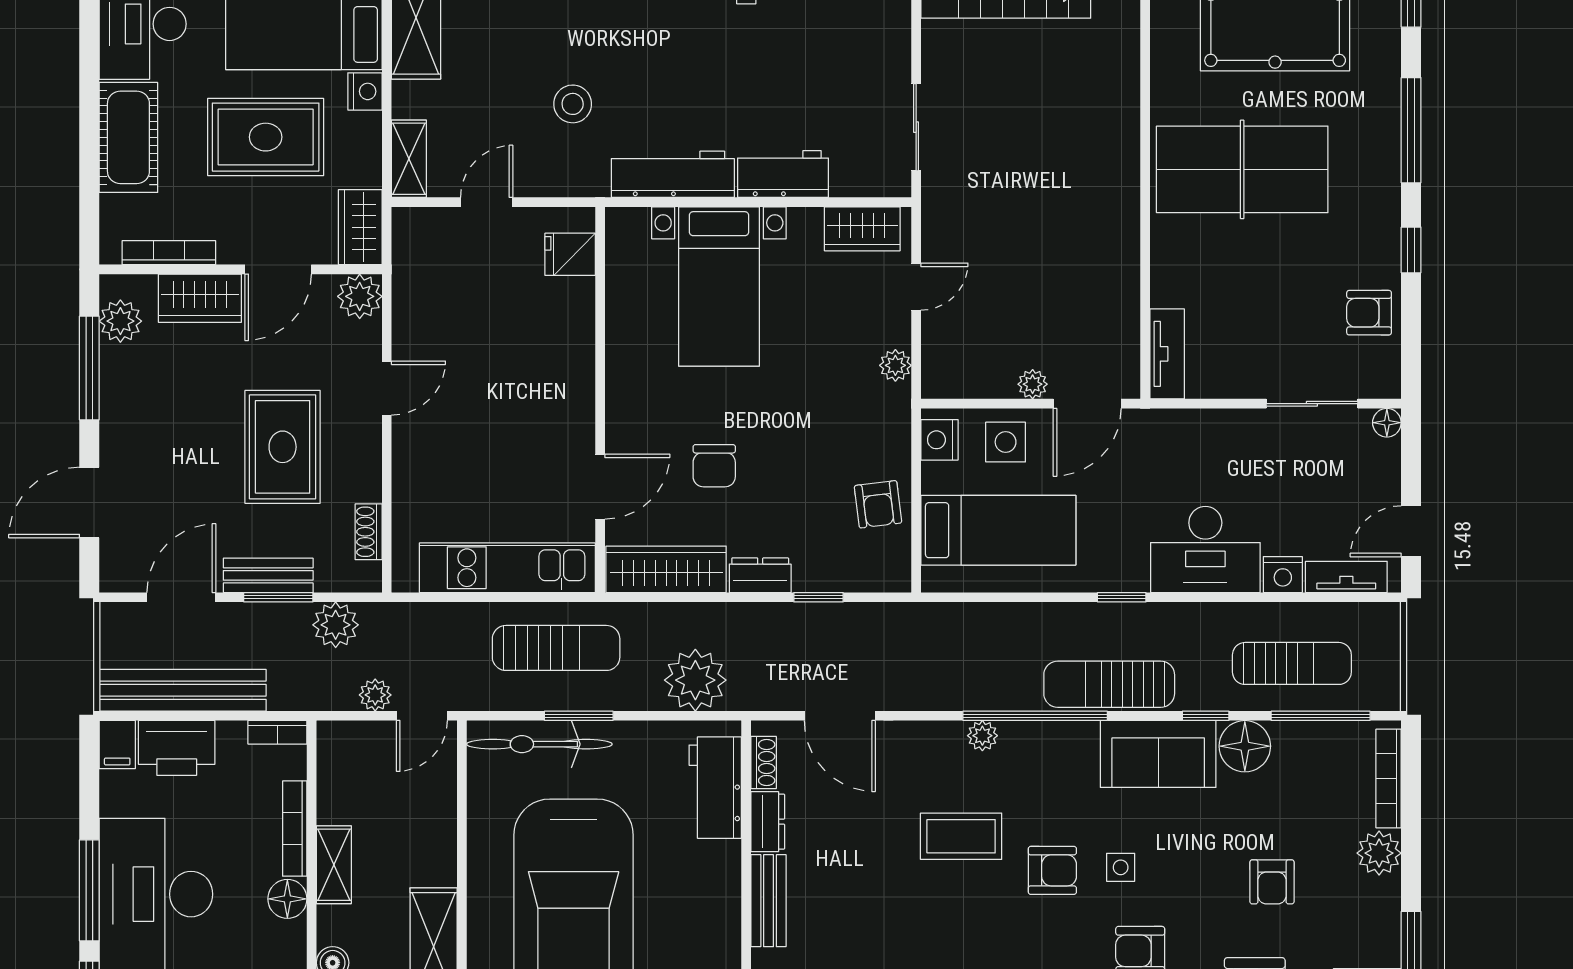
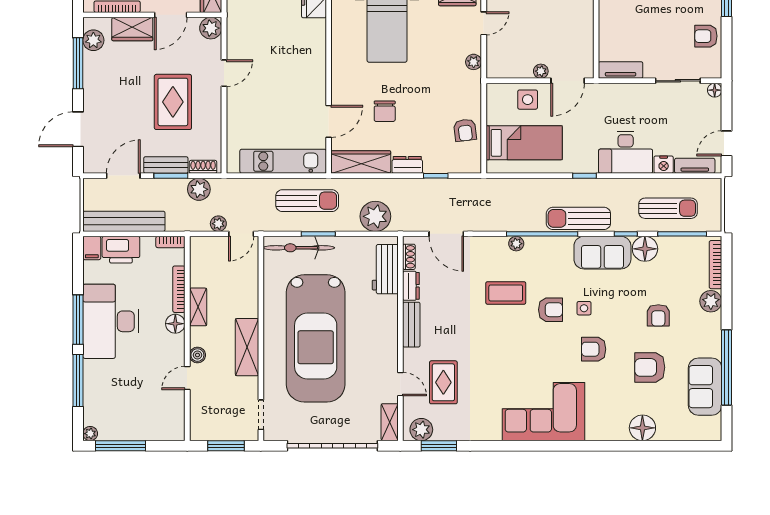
tv unit: (1167, 354) -> (621, 70), moved, turned -90
nightstand: (939, 440) -> (495, 98), removed
shoe rack: (369, 532) -> (203, 167), moved, turned 90

